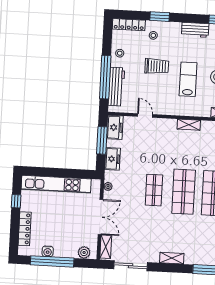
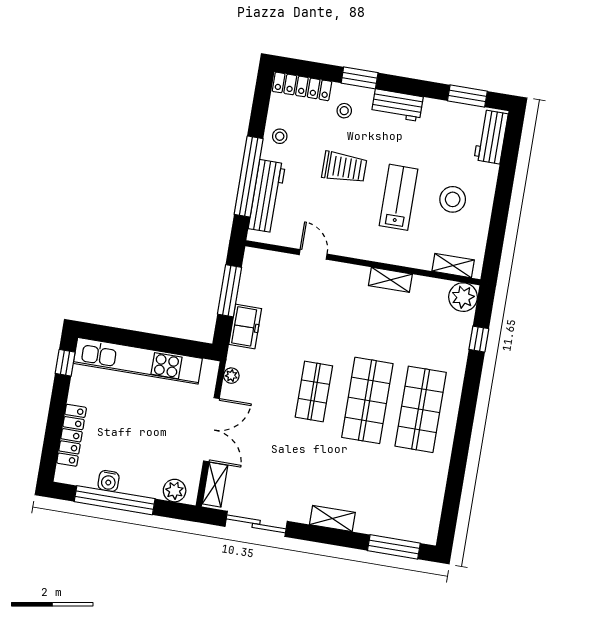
workbench: (195, 30) -> (397, 105), moved
freezer: (115, 127) -> (256, 270), removed
window: (16, 201) -> (65, 363), moved

